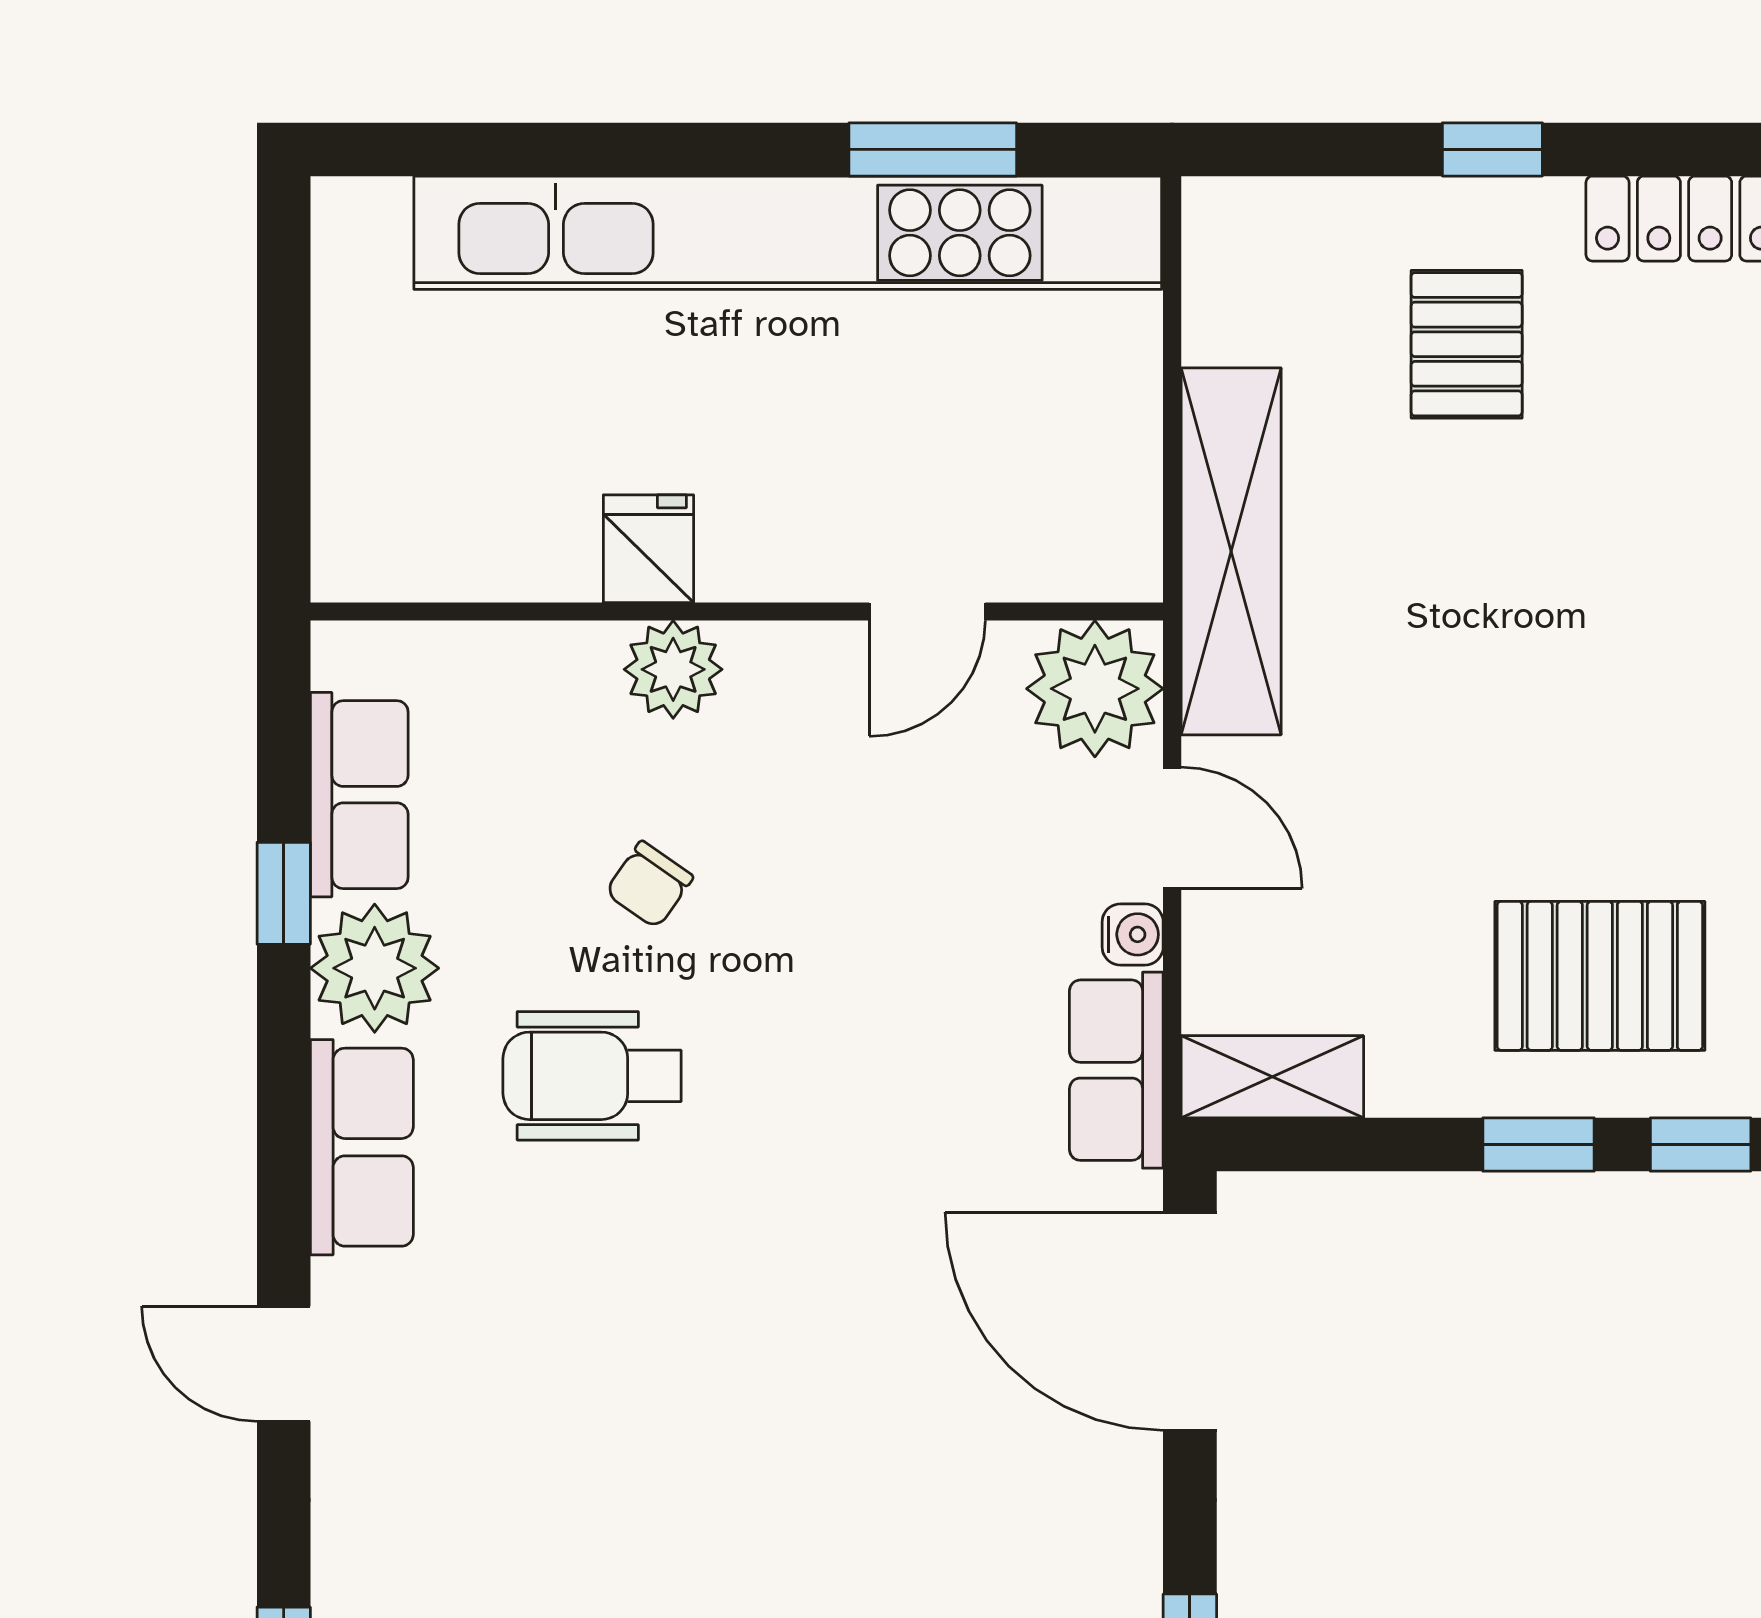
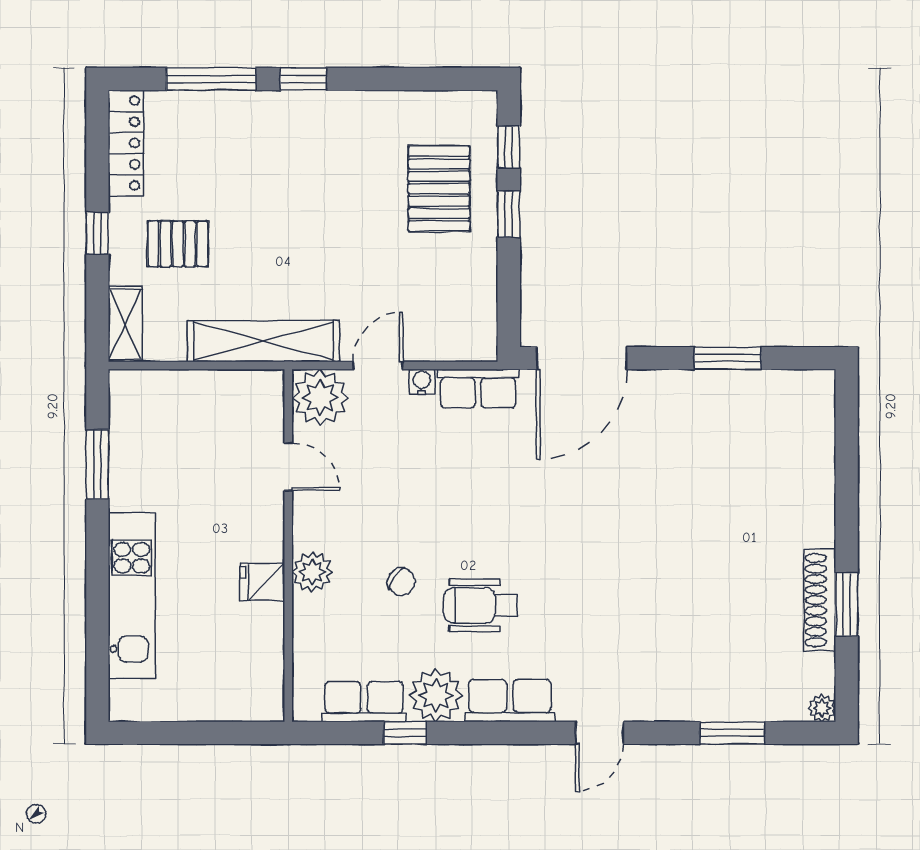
kitchen unit: (788, 233) -> (132, 596), width x0.54
wheelchair: (592, 1076) -> (480, 605), turned 90
shelving: (1272, 1077) -> (125, 324), moved

